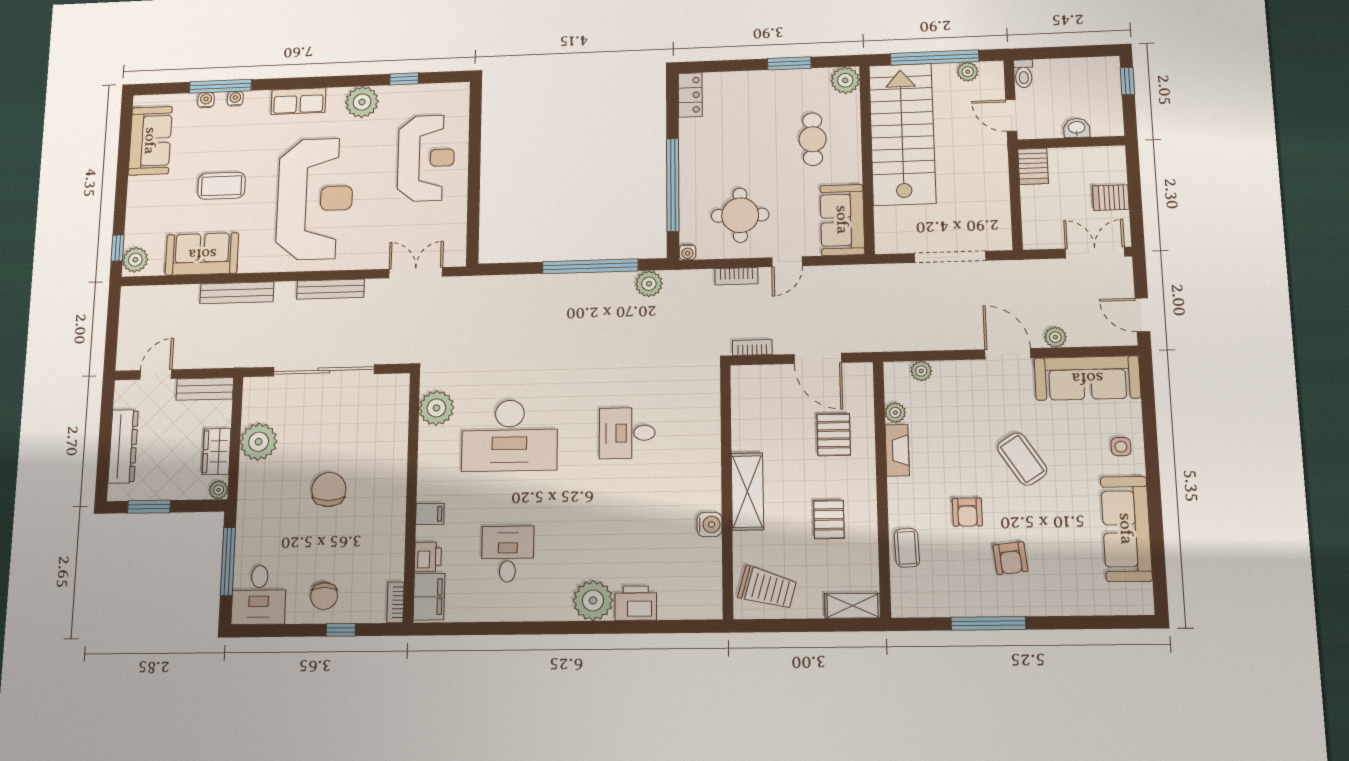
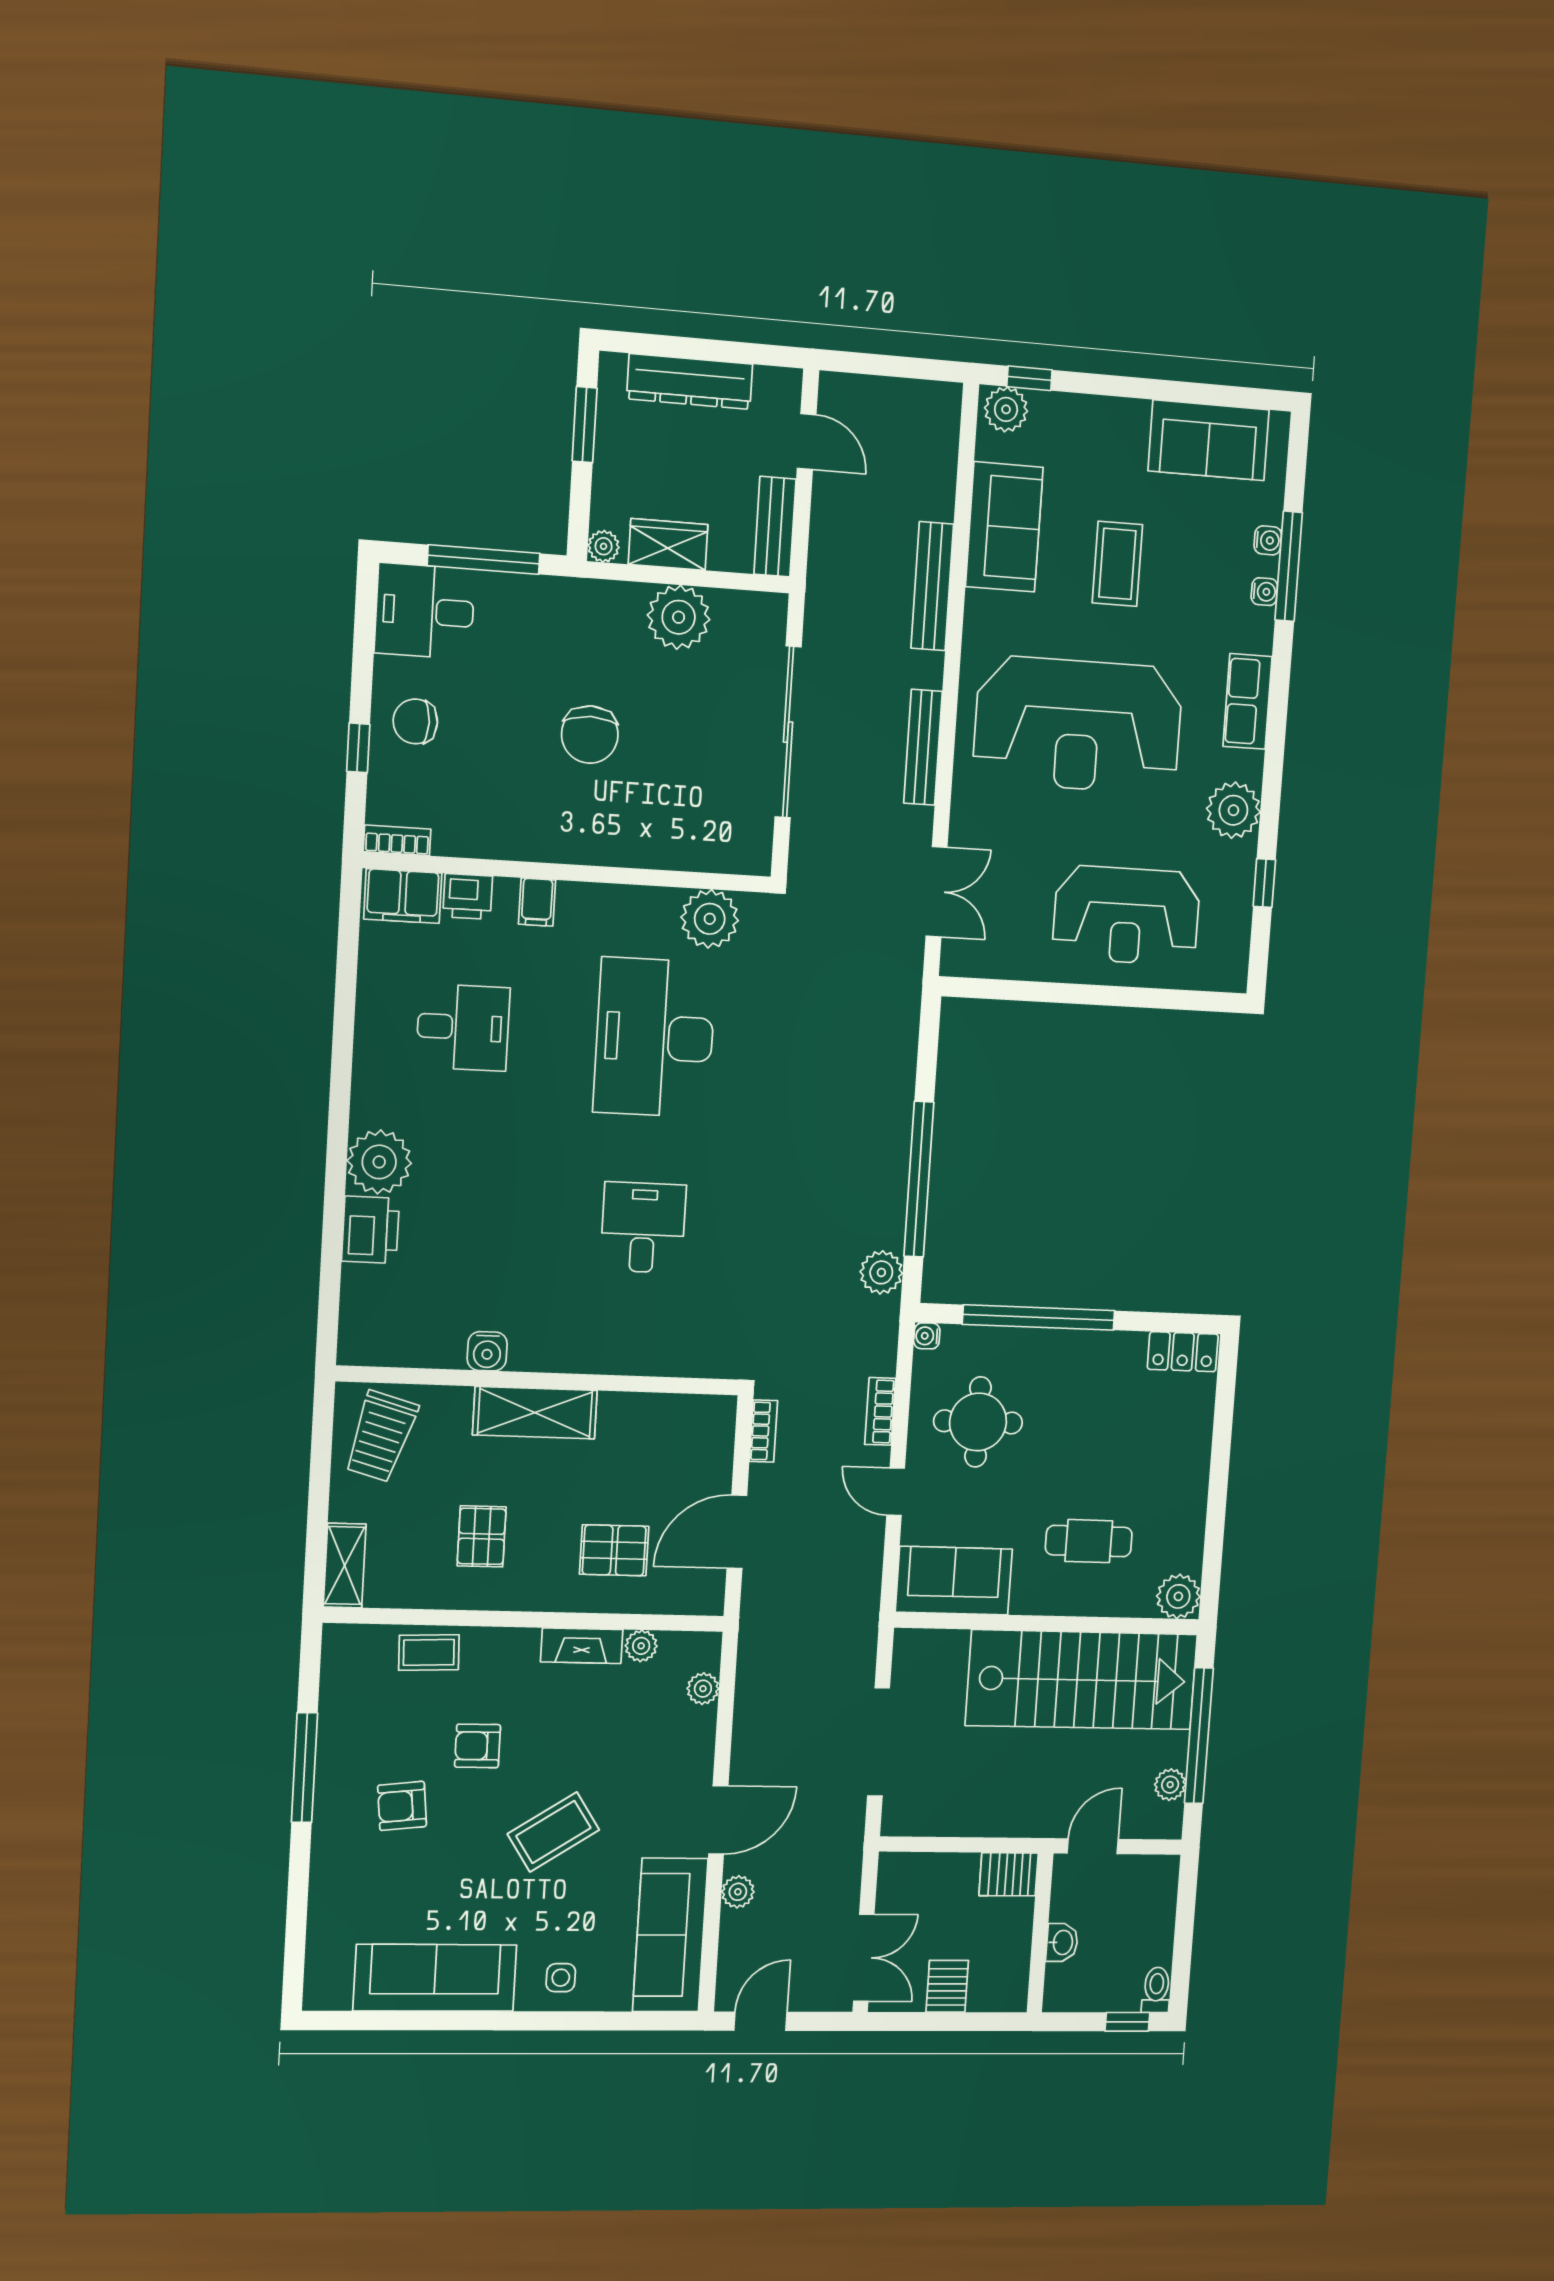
window: (789, 63) -> (1216, 1511), removed
toilet: (1024, 74) -> (1156, 1990), moved, turned 90
chair: (329, 490) -> (590, 735), turned 90
pallet: (829, 519) -> (482, 1536), turned 90

